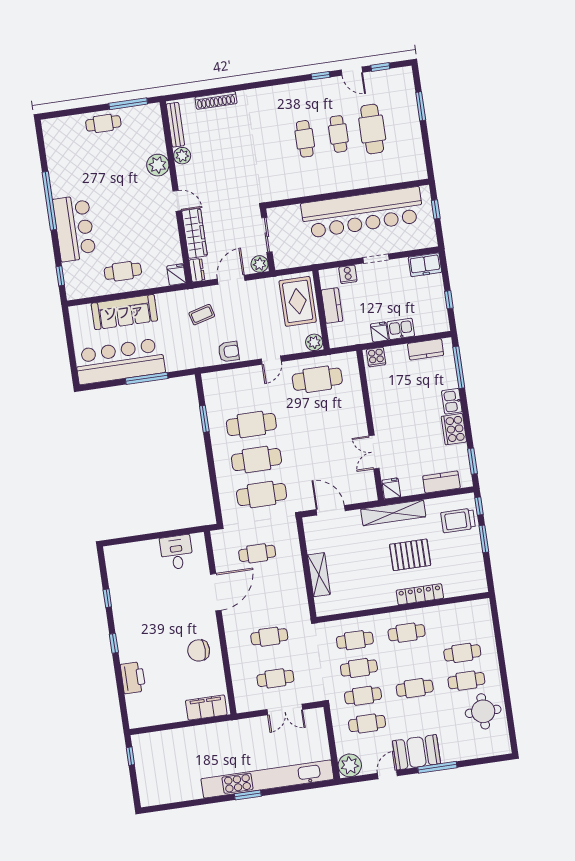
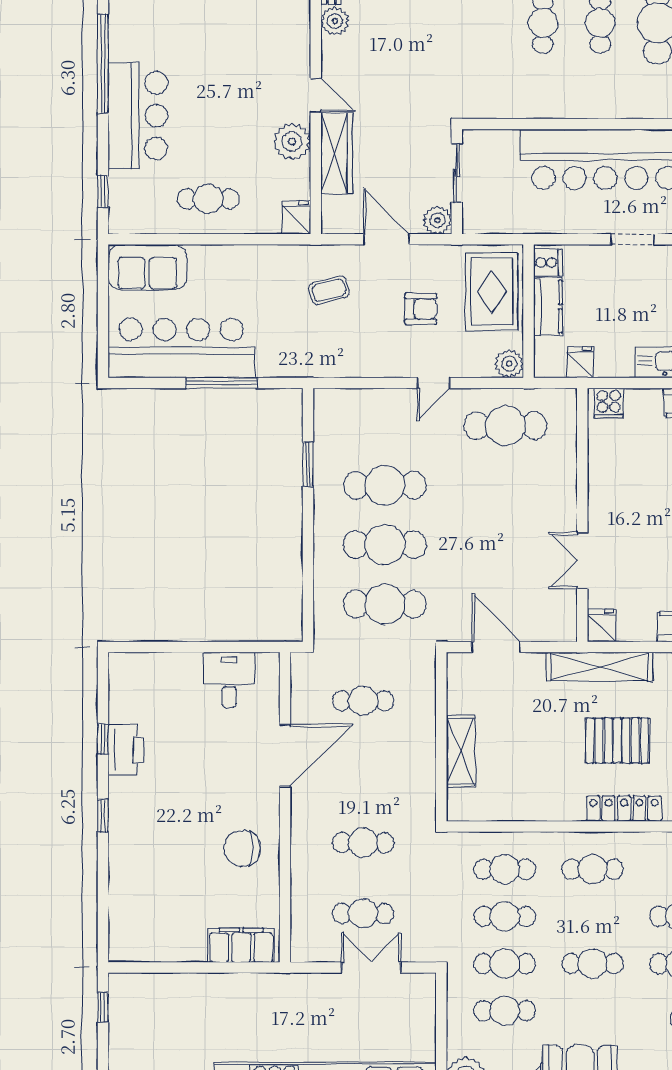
plant: (158, 165) -> (292, 141), moved
dresser: (197, 270) -> (332, 215), removed
cooker: (348, 274) -> (548, 262), moved, turned -90
door: (231, 280) -> (386, 239), hinge flipped
sofa: (124, 312) -> (147, 267), moved, width x0.73
fridge: (379, 332) -> (580, 362), moved
armchair: (229, 352) -> (421, 309), moved
printer: (133, 678) -> (126, 750), moved
double door: (285, 709) -> (371, 967), swing flipped

